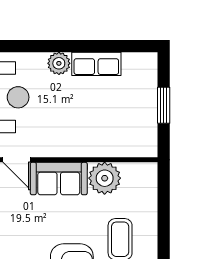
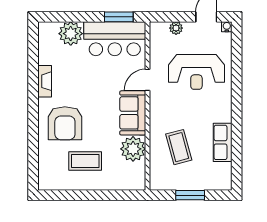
plant: (59, 63) -> (223, 113), removed
coffee table: (102, 120) -> (179, 147), added

